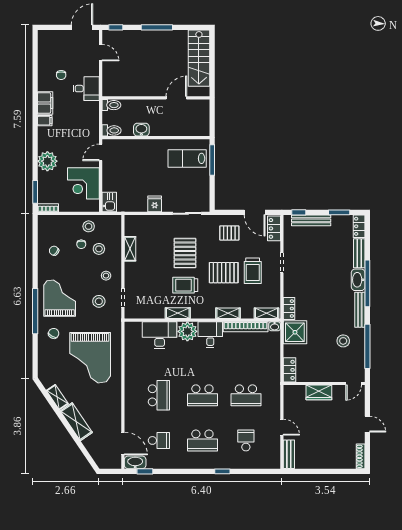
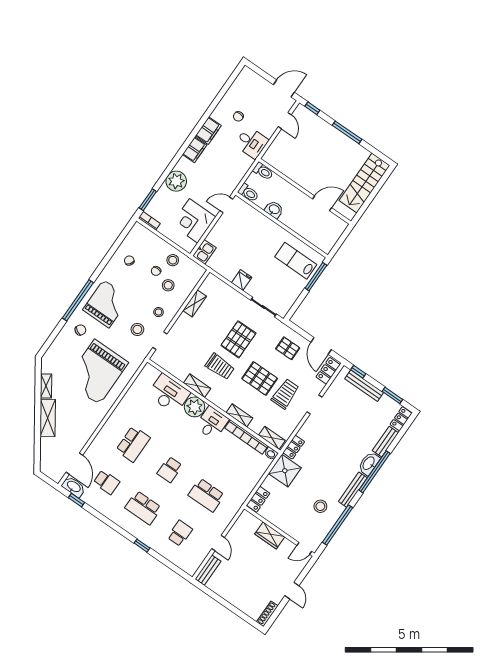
filing cabinet: (45, 121) -> (195, 150), width x2.00
trolley: (253, 271) -> (285, 394), turned 180
trolley: (185, 285) -> (220, 367), turned 180
school desk: (202, 395) -> (170, 470), width x0.54

